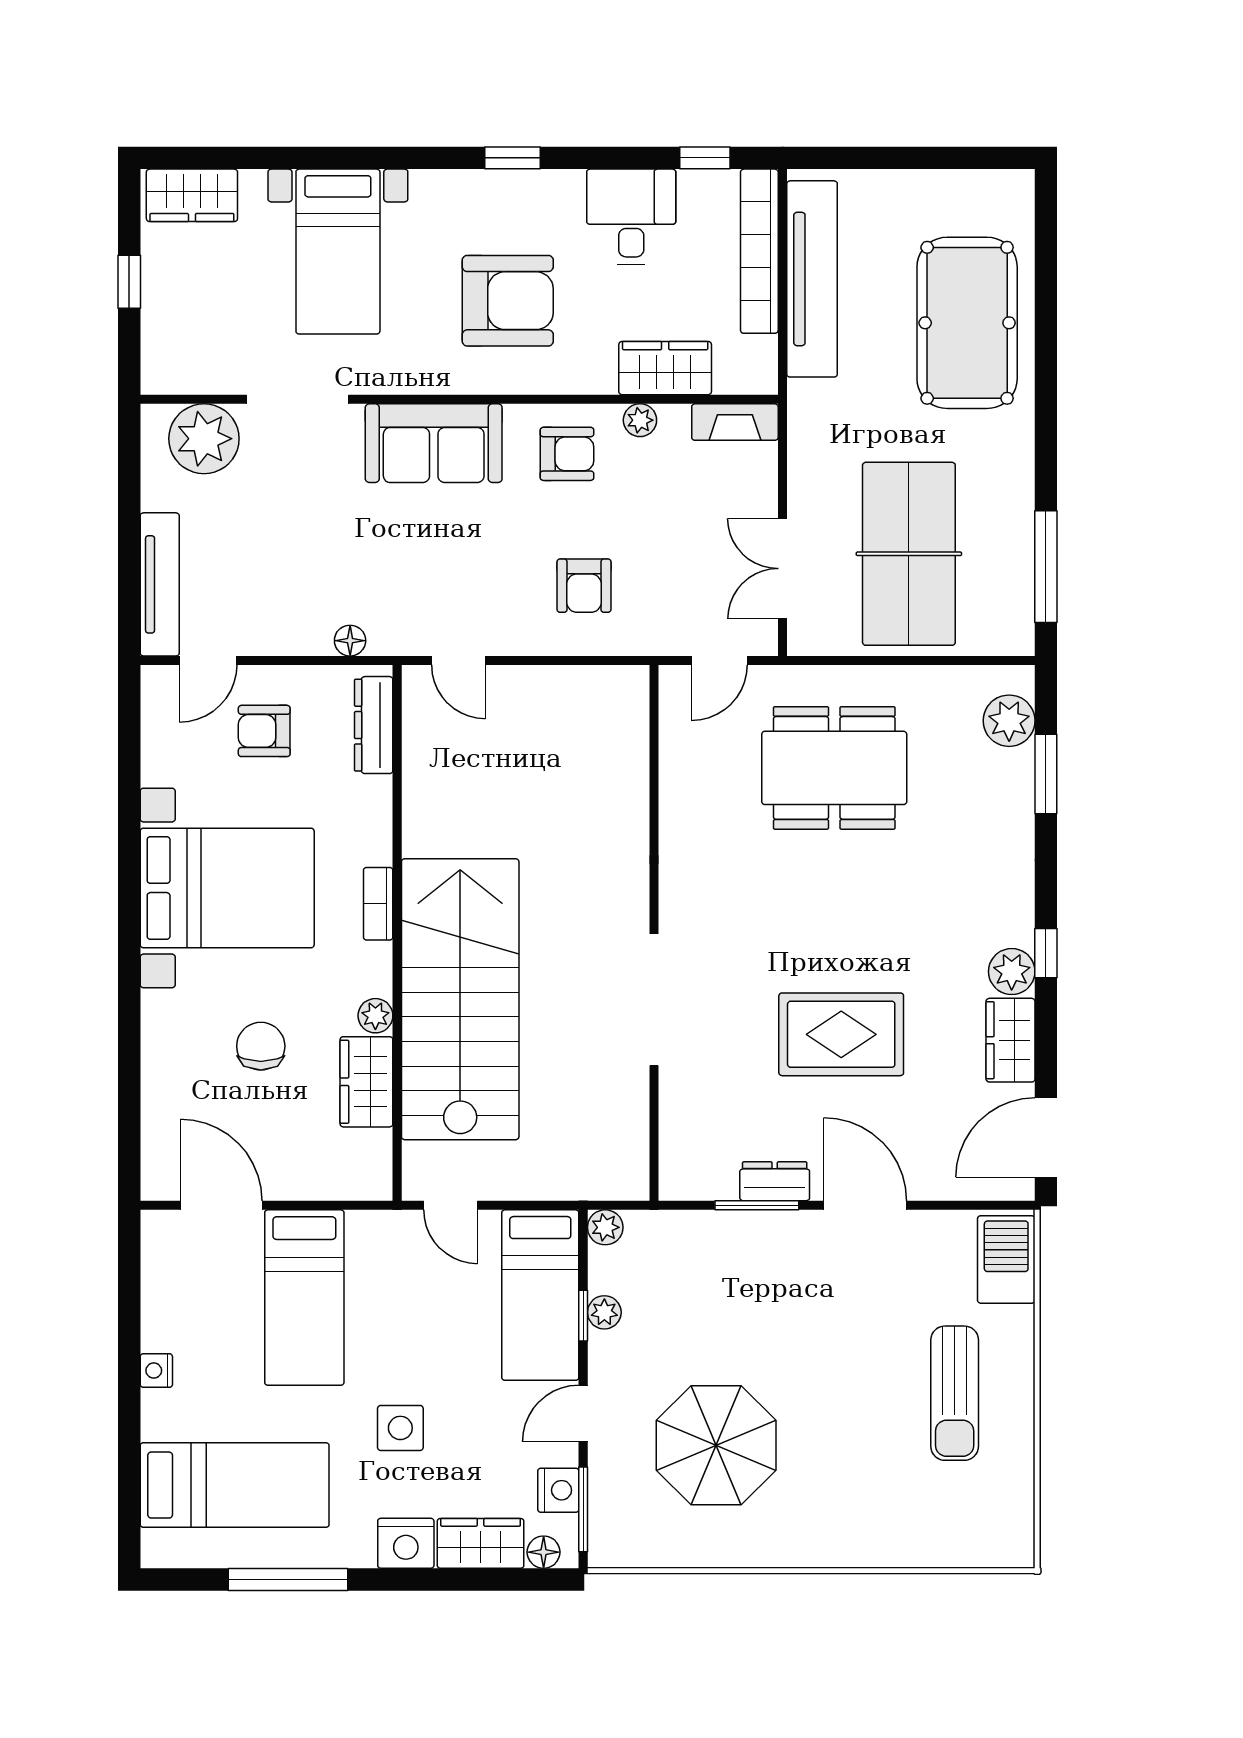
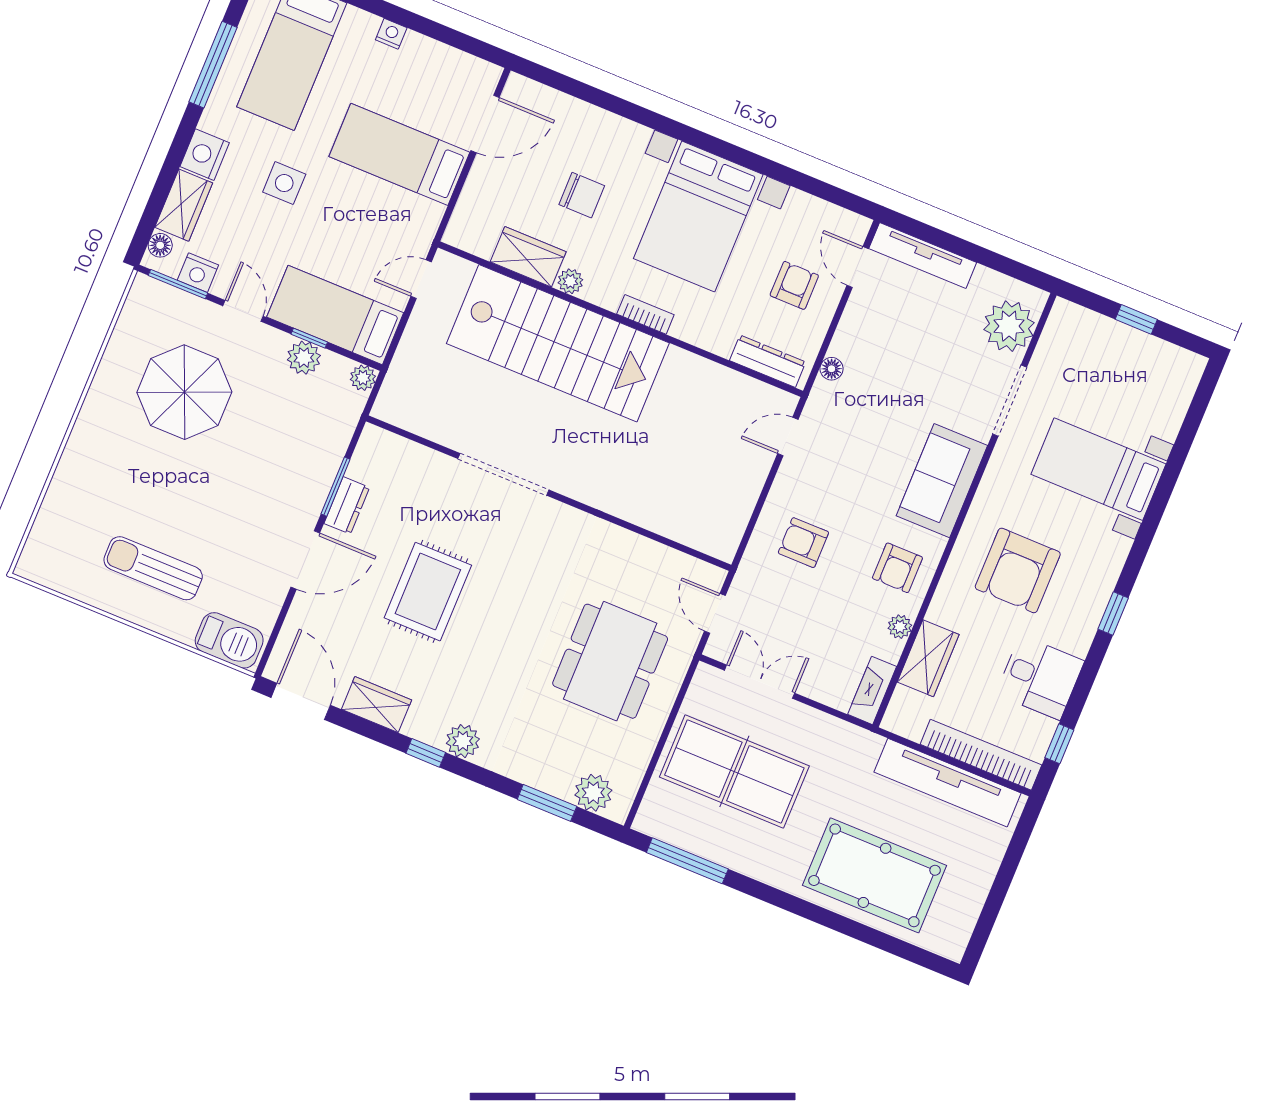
wardrobe: (192, 195) -> (1177, 386), removed
plant: (1012, 972) -> (463, 741), moved
plant: (604, 1312) -> (304, 358), width x1.38, depth x1.38

